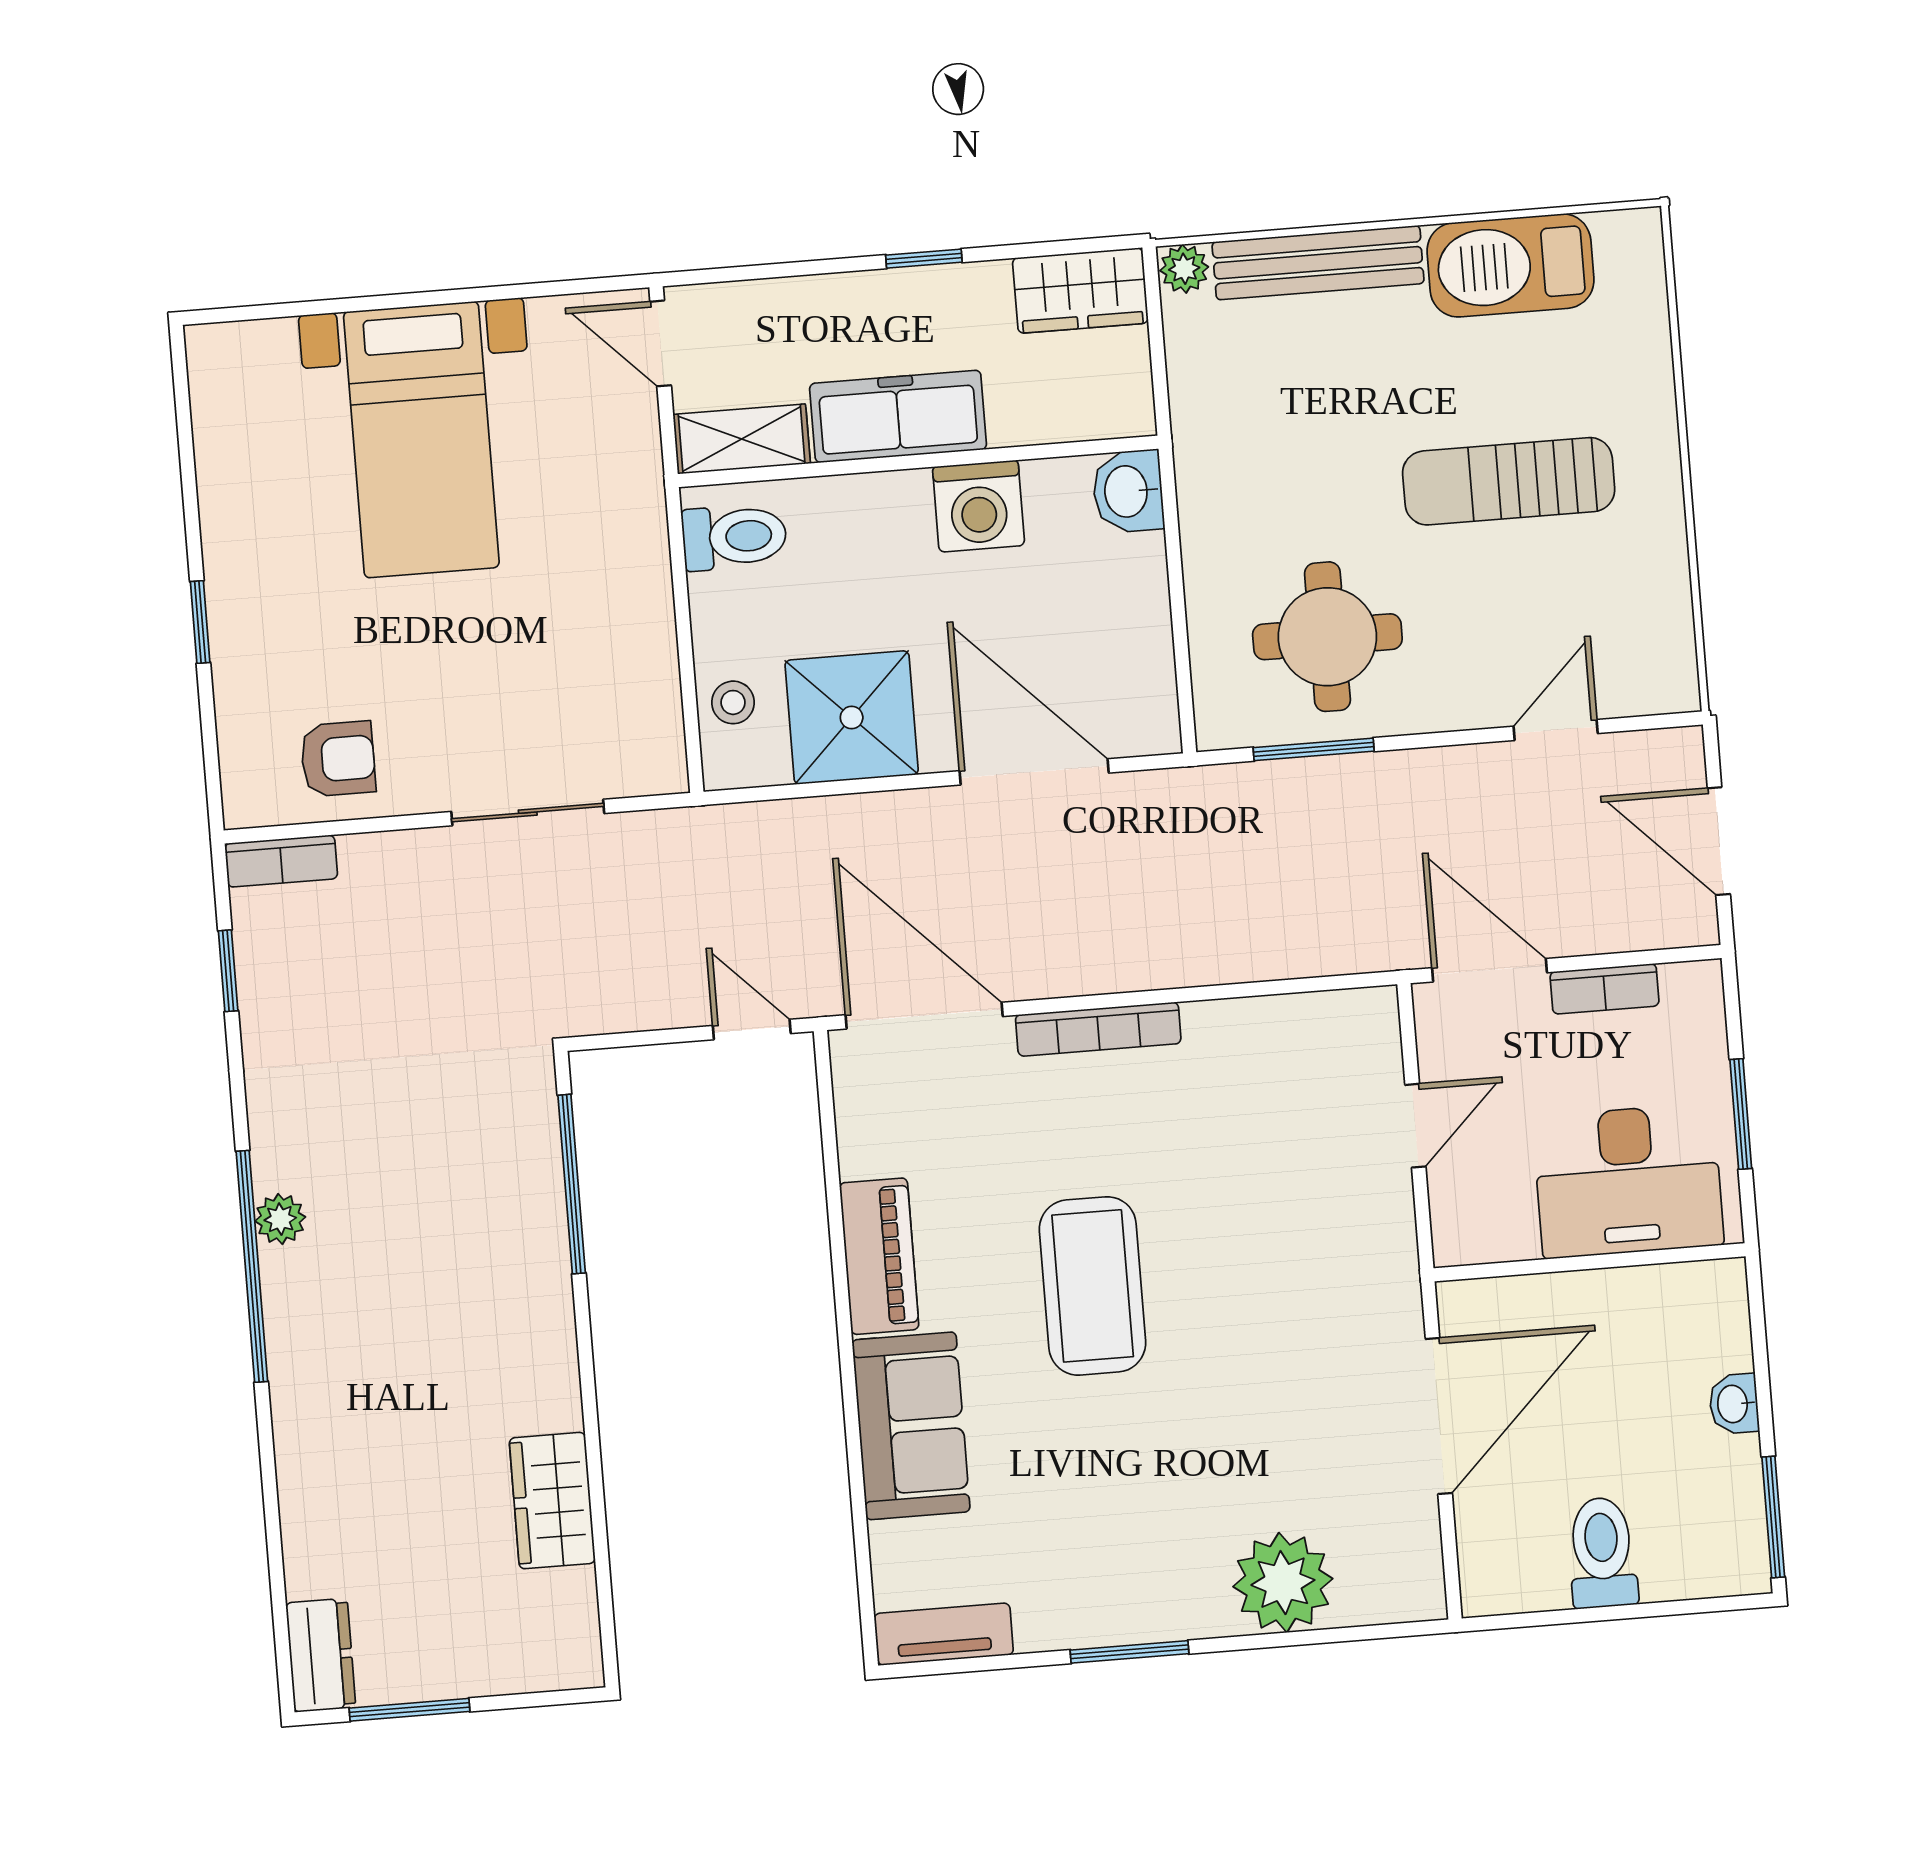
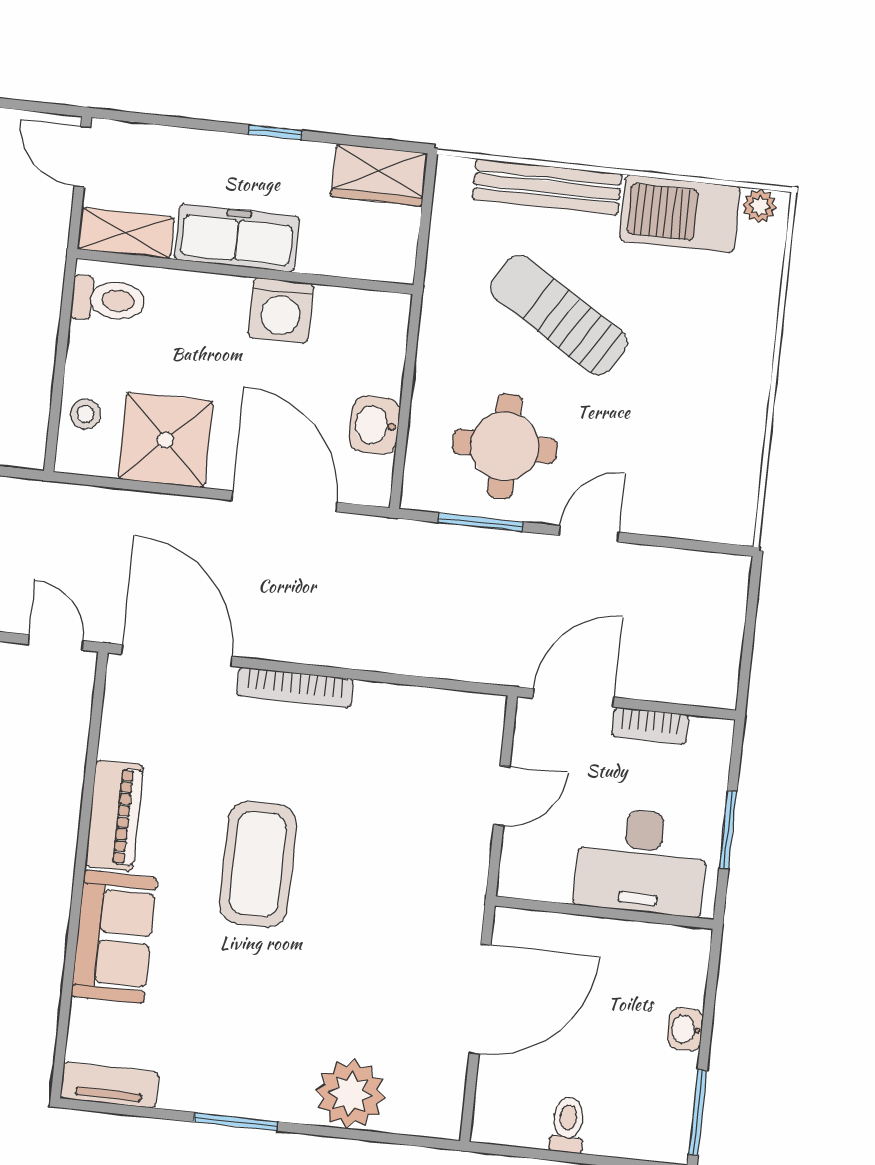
plant: (1184, 269) -> (760, 206), moved
sun lounger: (1509, 481) -> (559, 315), moved, turned 32
washbasin: (1128, 491) -> (375, 425), moved
door: (1556, 730) -> (589, 534), moved
door: (1719, 841) -> (748, 638), removed
door: (1490, 970) -> (573, 698), hinge flipped
toilet: (1602, 1553) -> (568, 1125), width x0.73, depth x0.72

